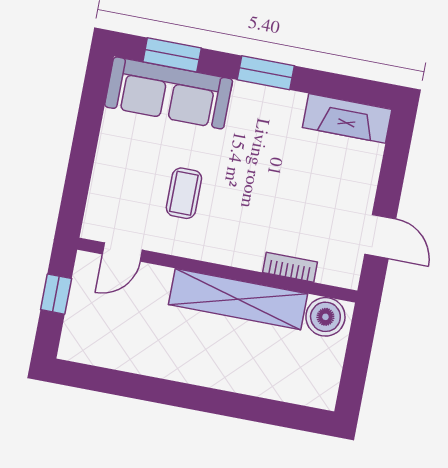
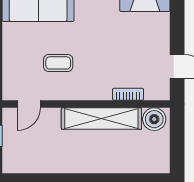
coffee table: (184, 193) -> (58, 63), turned 90

